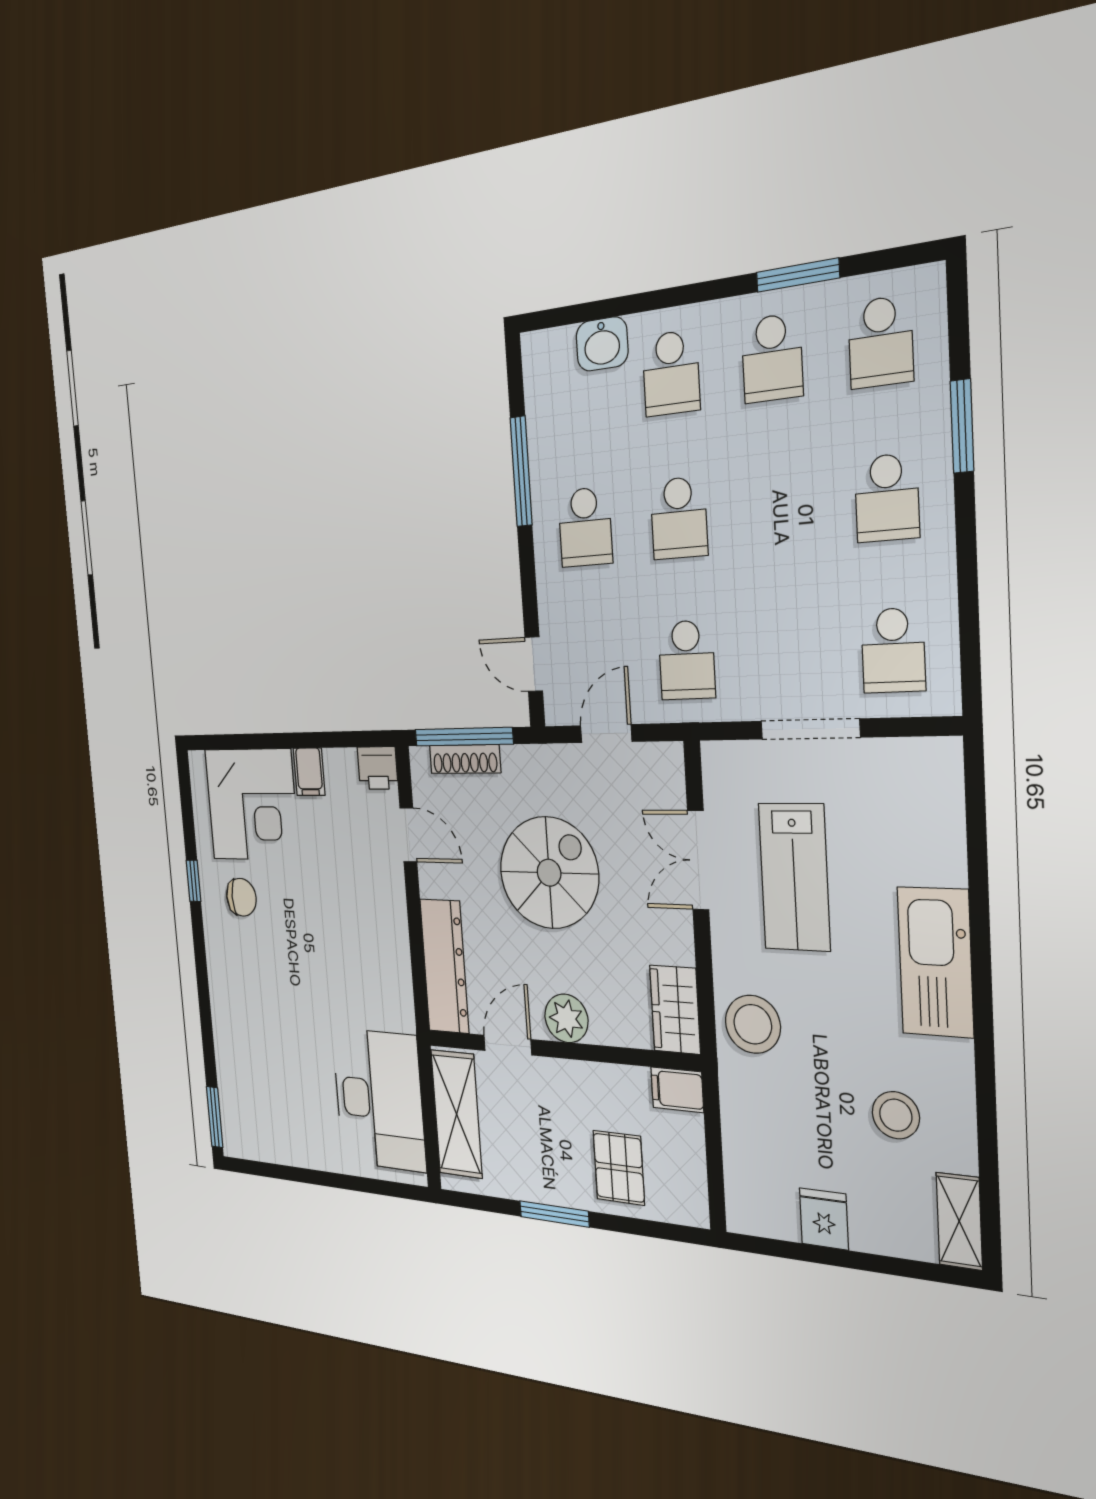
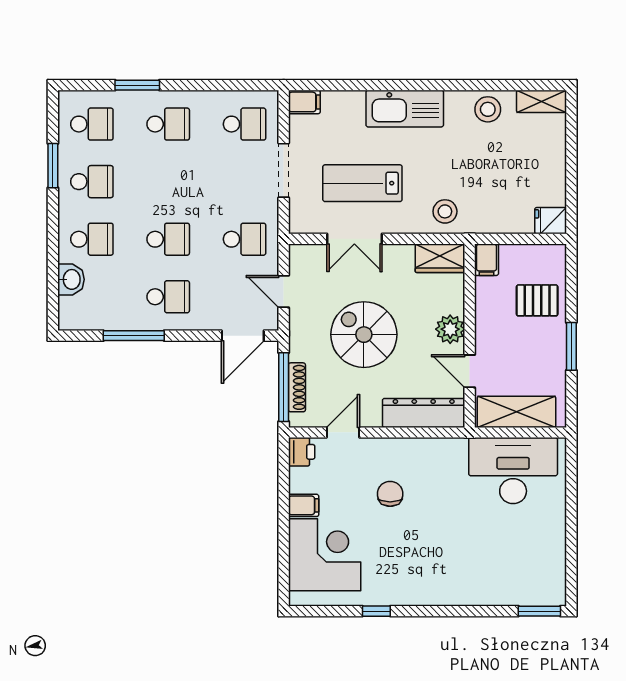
door: (534, 664) -> (243, 336), width x1.38
filing cabinet: (941, 767) -> (304, 102), added
lab bench: (794, 877) -> (362, 183), turned 180
chair: (241, 897) -> (390, 494), moved
stool: (753, 1024) -> (445, 211), width x0.73, depth x0.73
stool: (896, 1115) -> (488, 109), moved
fridge: (824, 1219) -> (551, 221), moved

